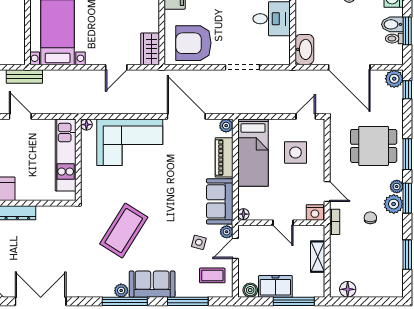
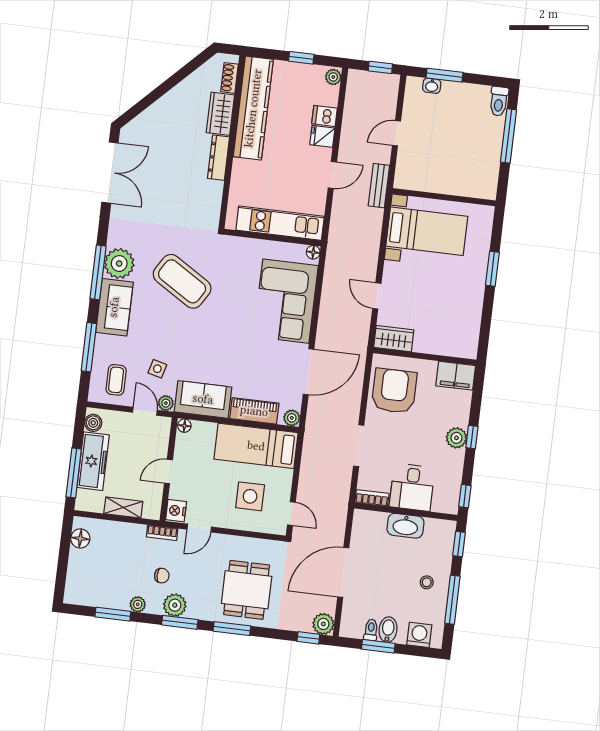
washbasin: (304, 49) -> (405, 526), moved
bookcase: (285, 51) -> (372, 498), added
plant: (397, 187) -> (138, 604), moved
freezer: (275, 286) -> (93, 461), width x1.40
plant: (121, 291) -> (119, 264), width x1.88, depth x1.88

